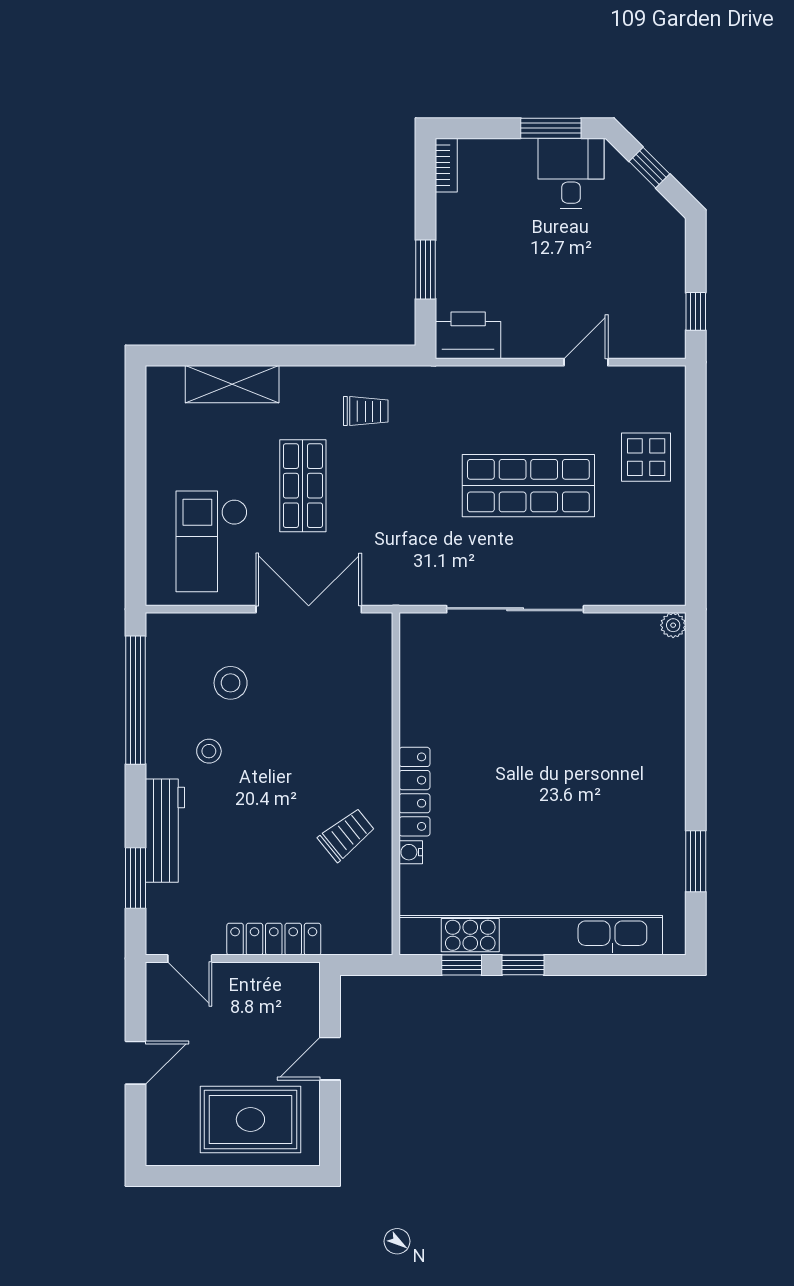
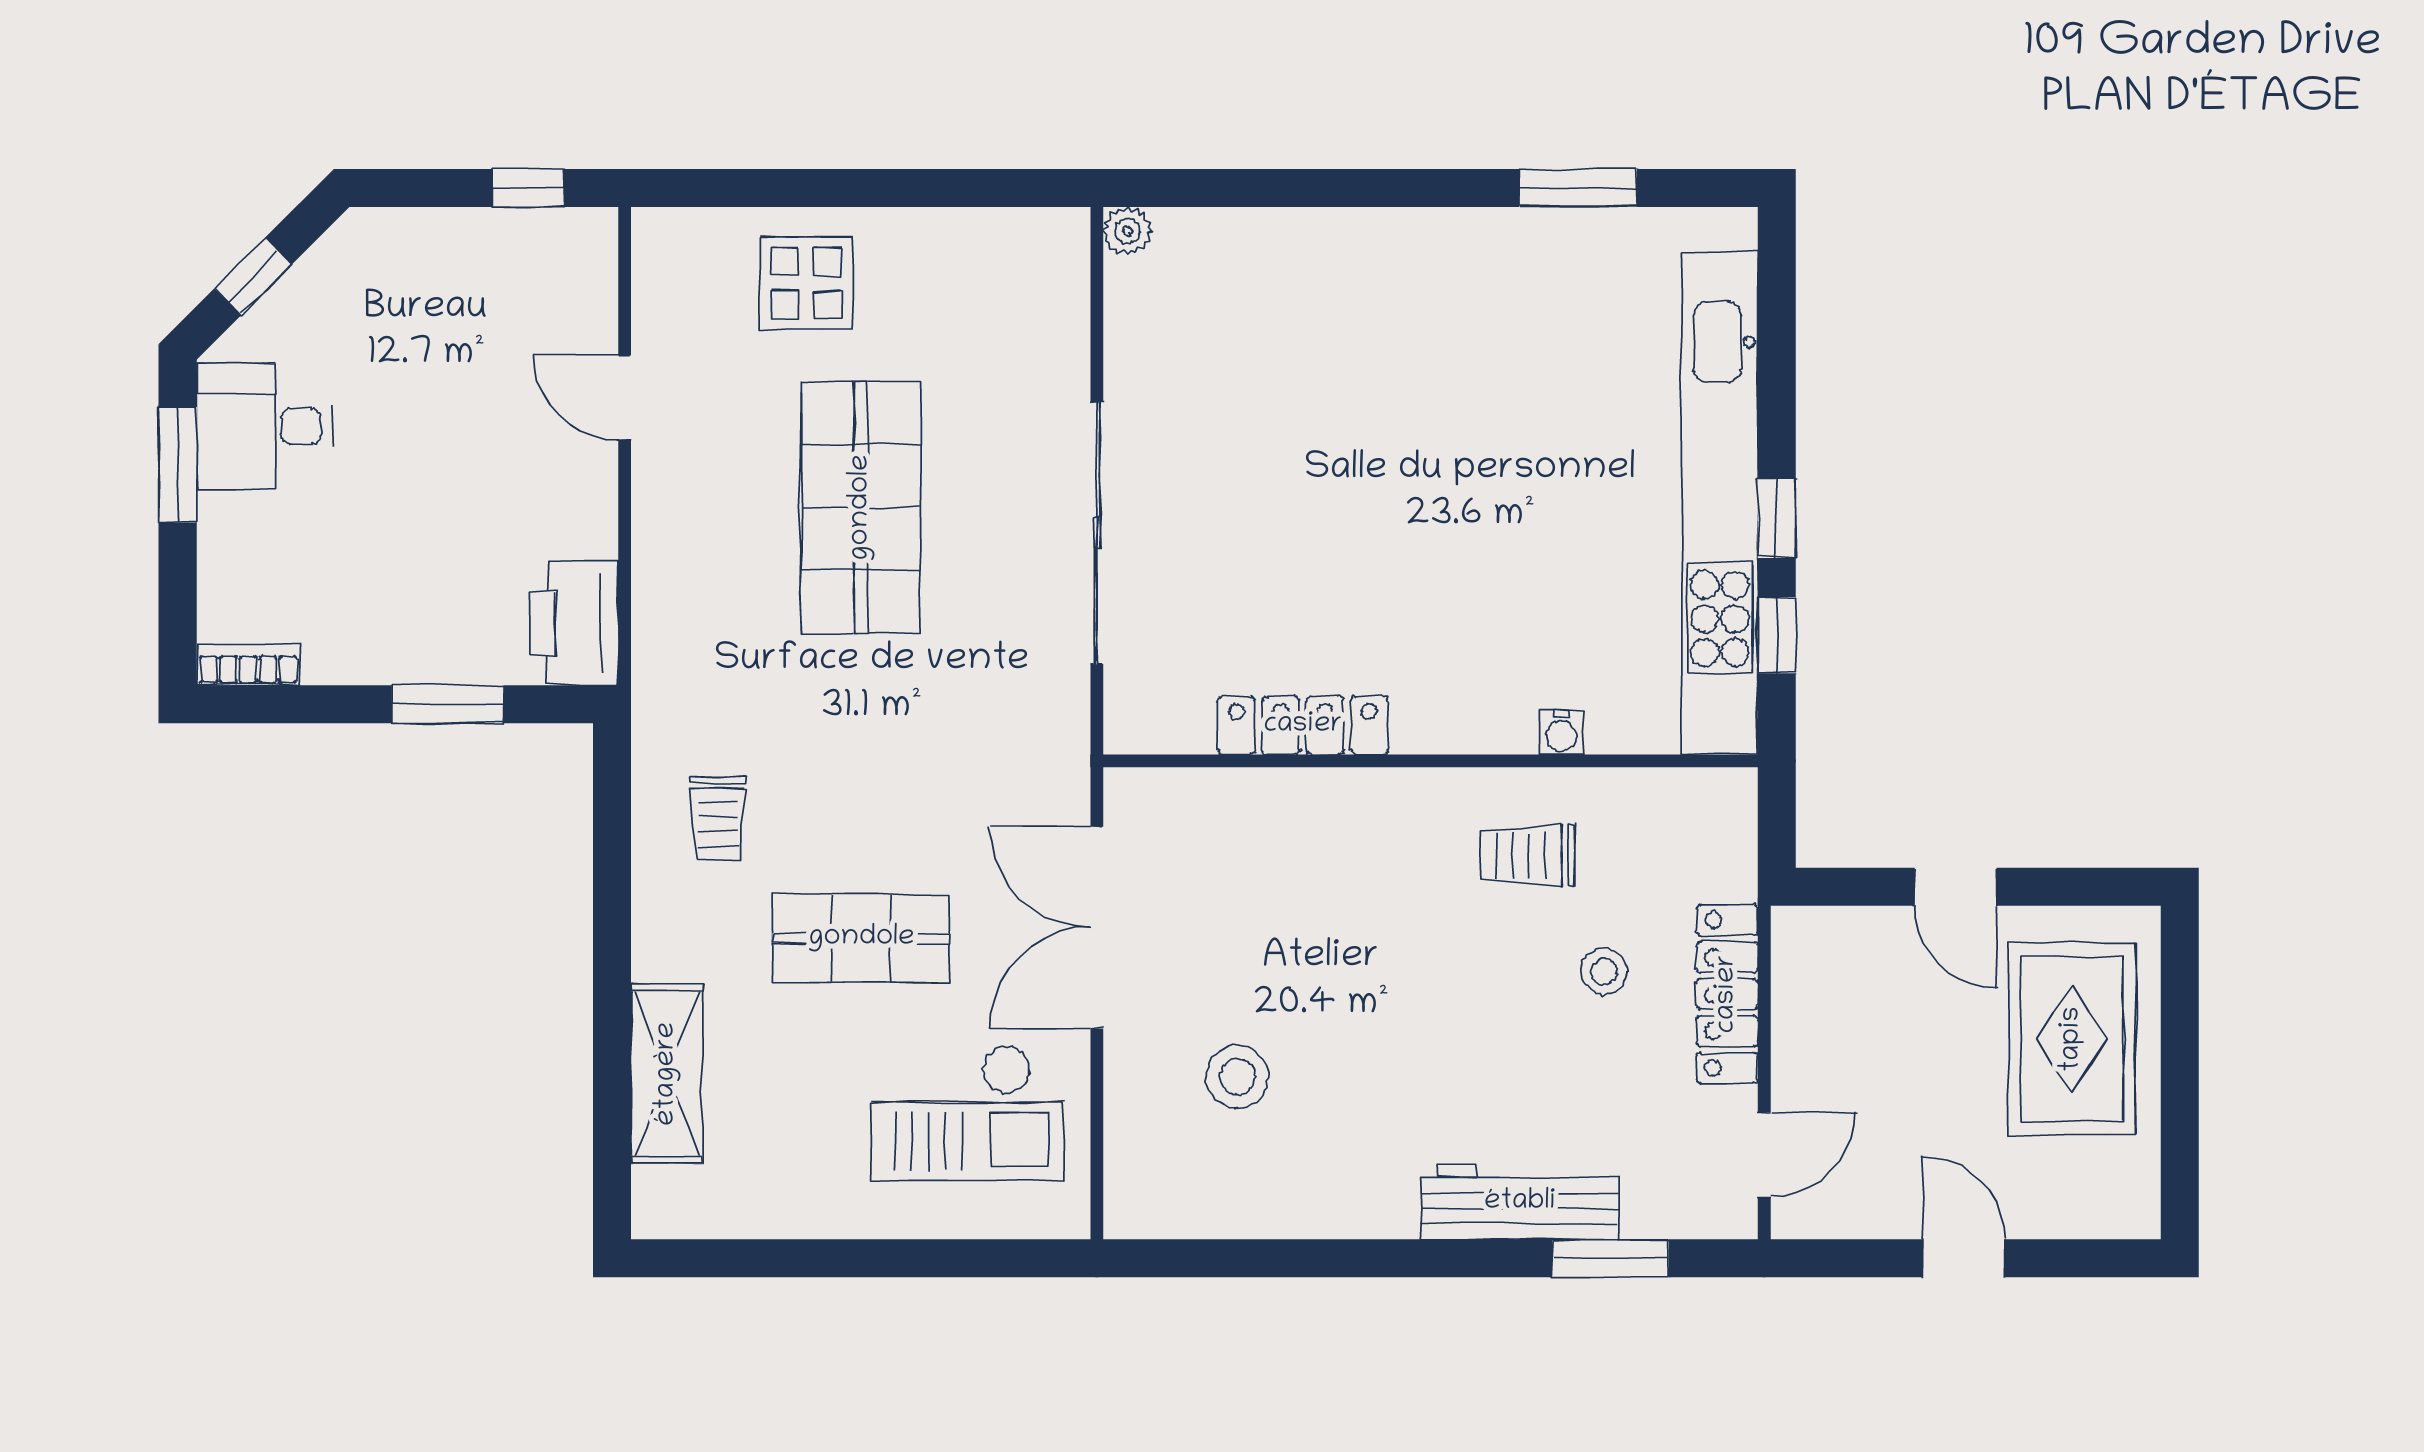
trolley: (366, 411) -> (718, 818), turned 180
window: (136, 700) -> (1271, 1258), removed
stool: (209, 751) -> (1604, 971), moved
locker: (414, 792) -> (1303, 725), moved
trolley: (346, 835) -> (1528, 855), turned -51

